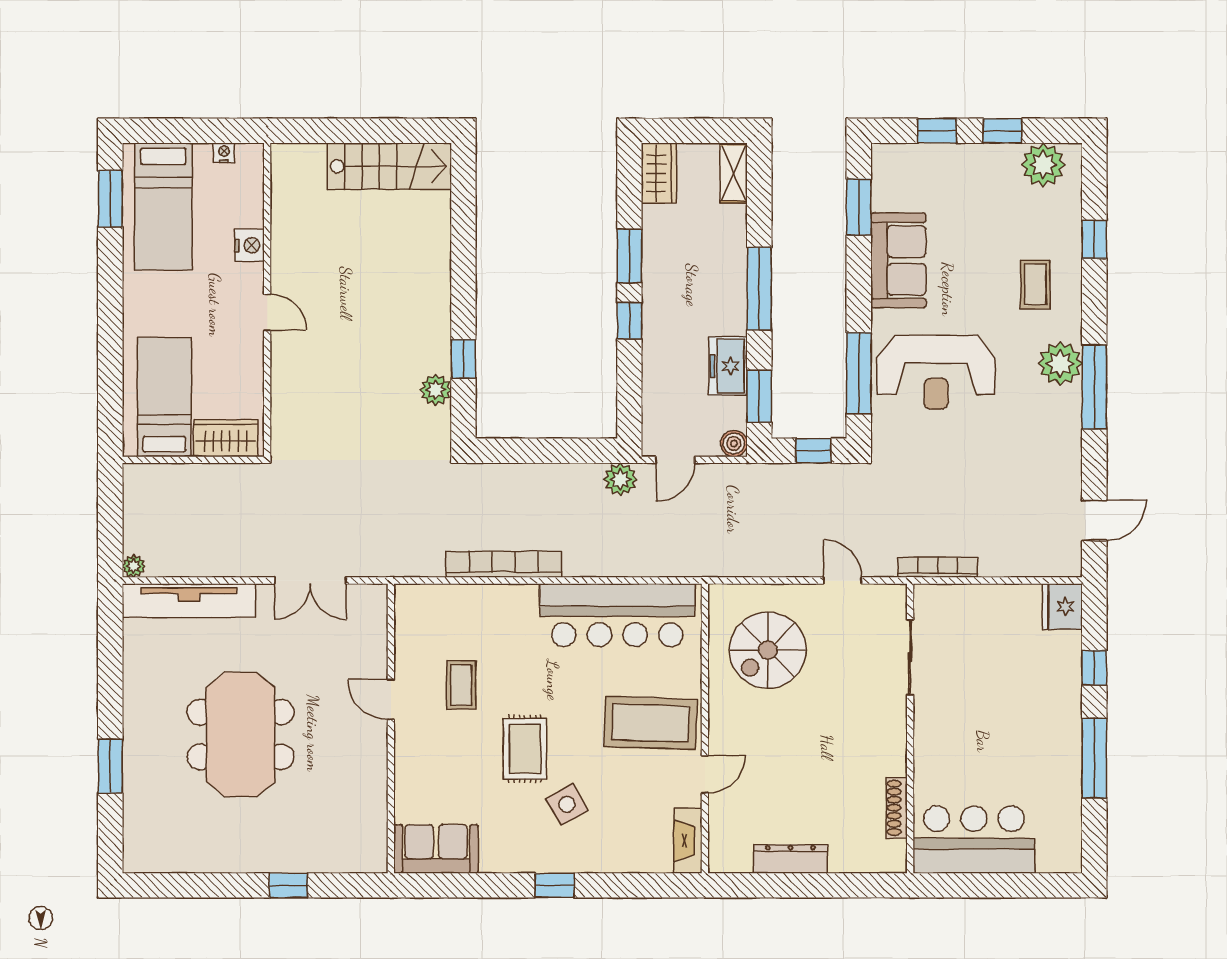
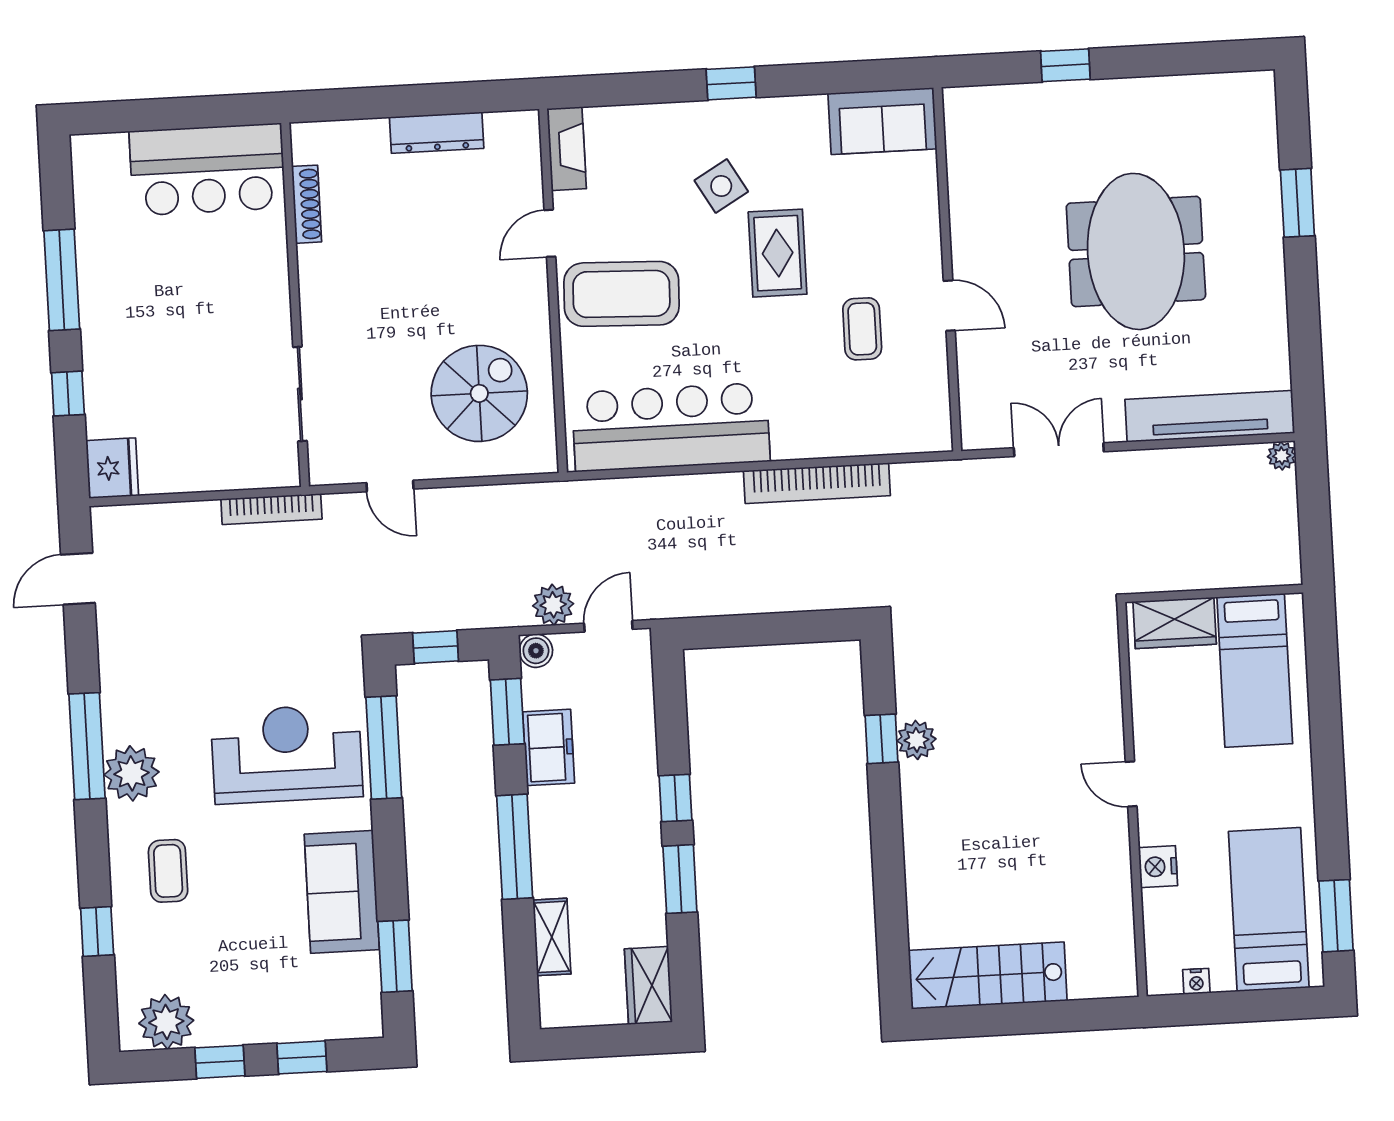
shelving: (734, 173) -> (552, 937), moved
plant: (436, 390) -> (916, 740), moved
plant: (620, 479) -> (553, 605), moved

